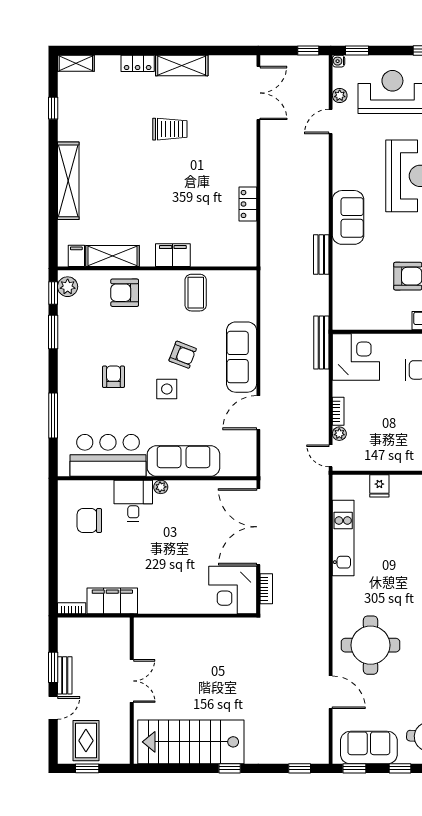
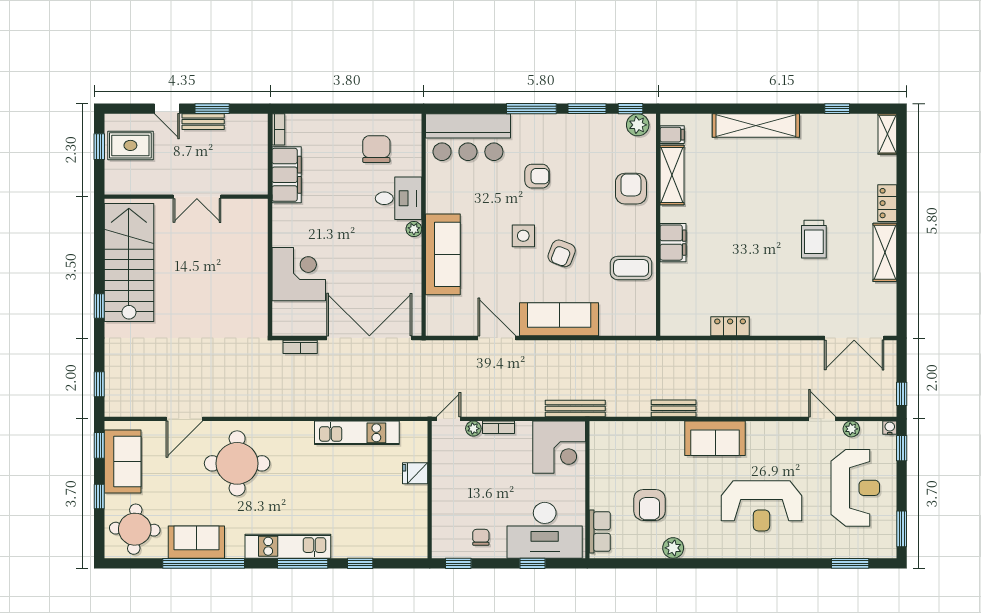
window: (53, 416) -> (531, 109), moved
bar counter: (108, 455) -> (468, 137), moved, turned 90
corner desk: (233, 590) -> (299, 274), moved, turned 90

